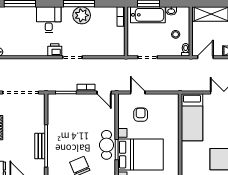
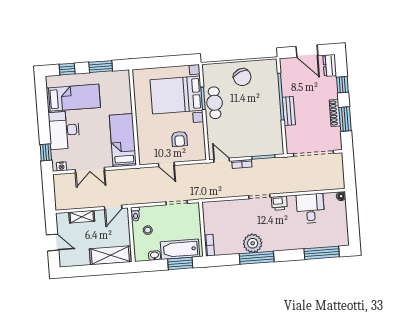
desk: (49, 20) -> (310, 208), moved, turned 180
door: (138, 92) -> (166, 164), moved
bench: (40, 146) -> (289, 111), moved

